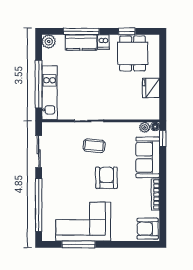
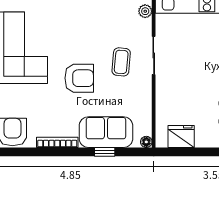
fridge: (151, 88) -> (181, 136), moved
plant: (145, 127) -> (145, 11), moved
window: (163, 138) -> (105, 152), moved

